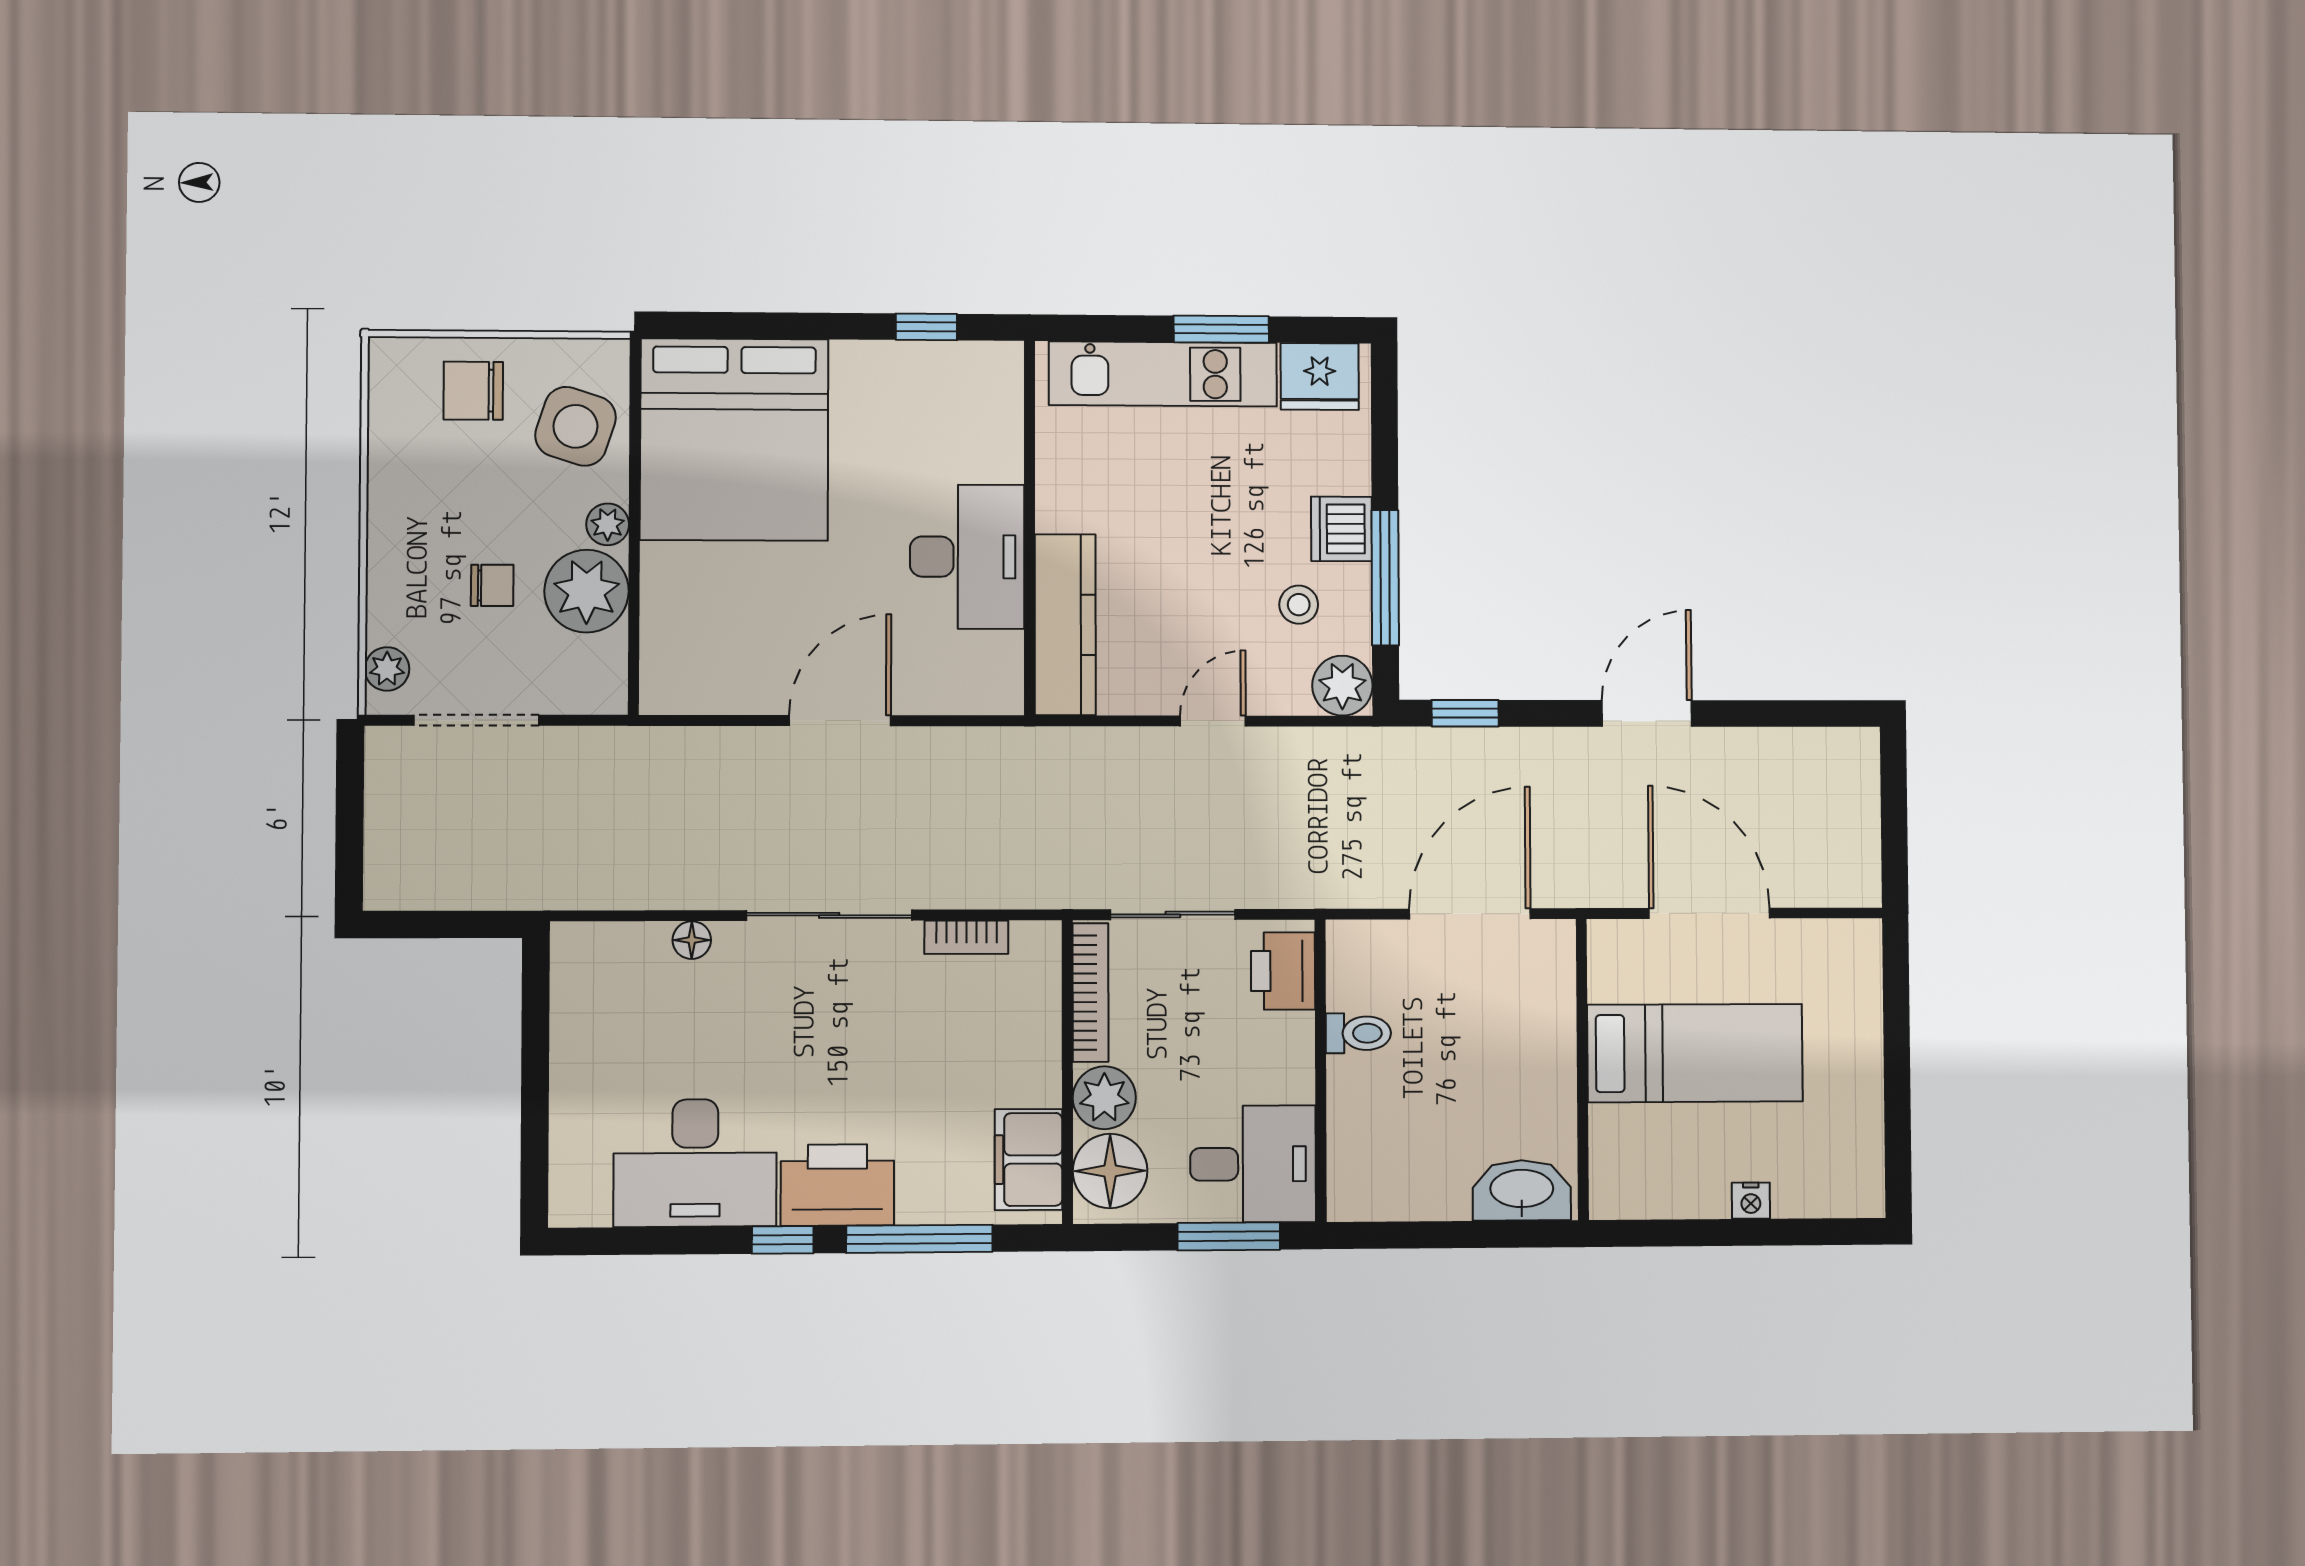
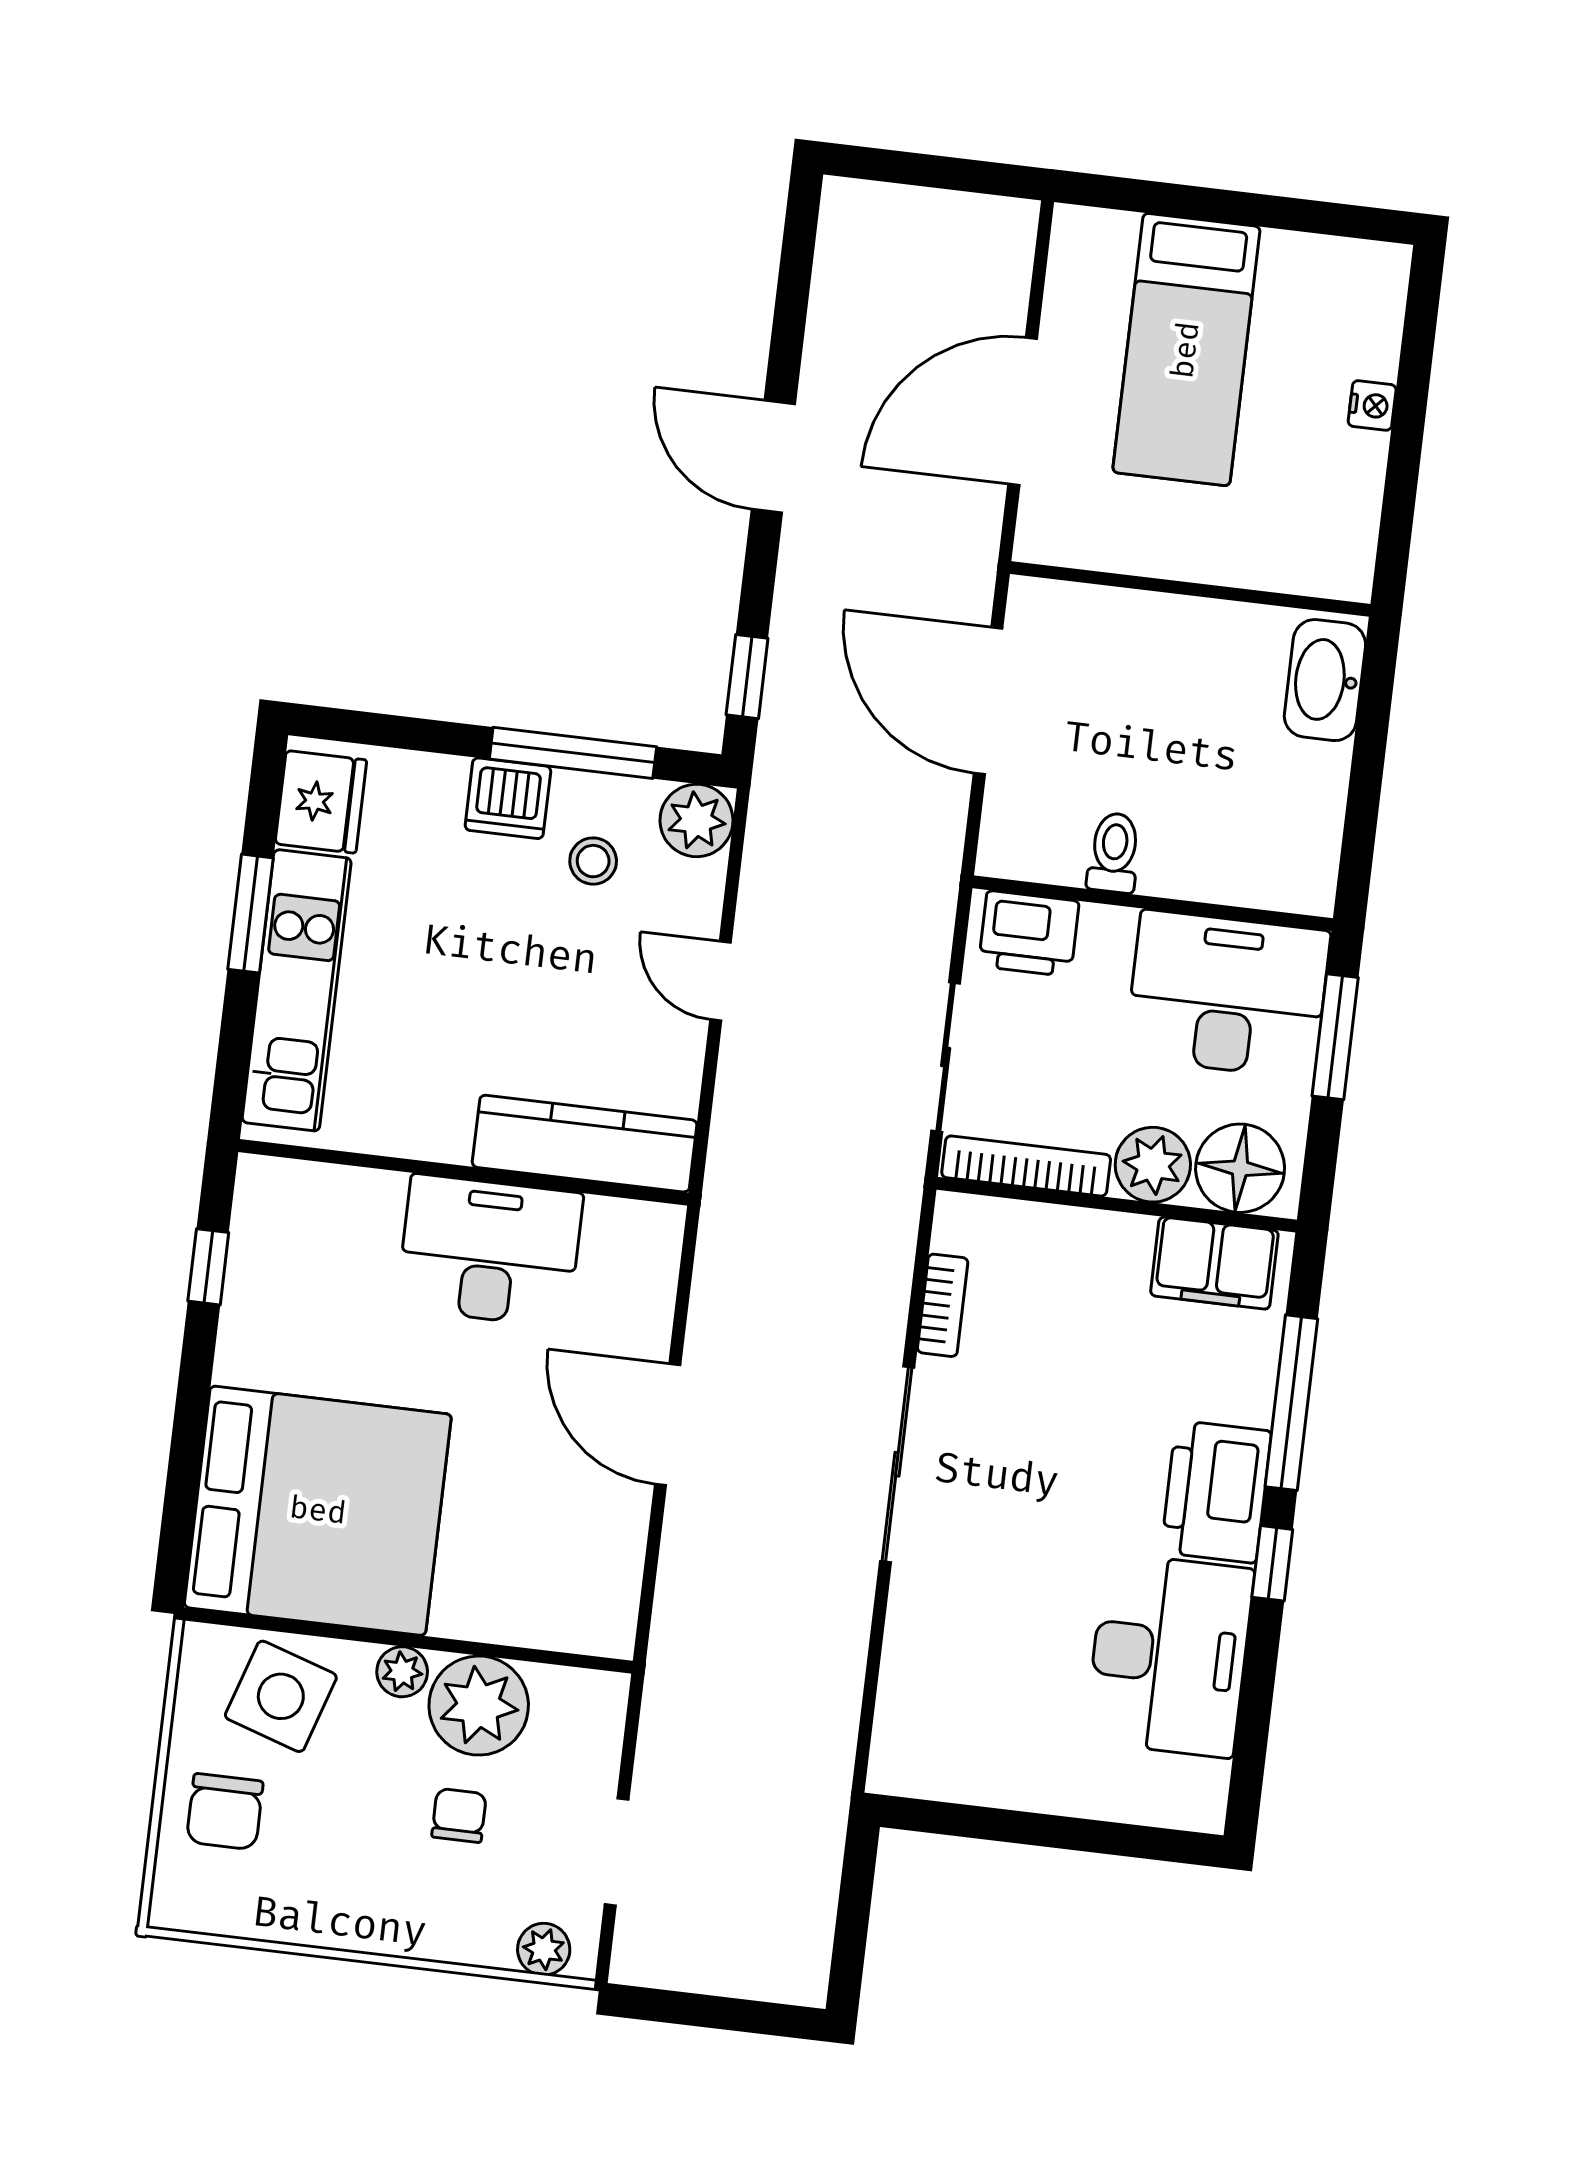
doorway: (476, 720) -> (617, 1852), width x0.73
floor lamp: (692, 940) -> (907, 1629), removed
bed: (1695, 1053) -> (1186, 350), moved, turned 180
desk: (1253, 1164) -> (1228, 994), width x1.37

